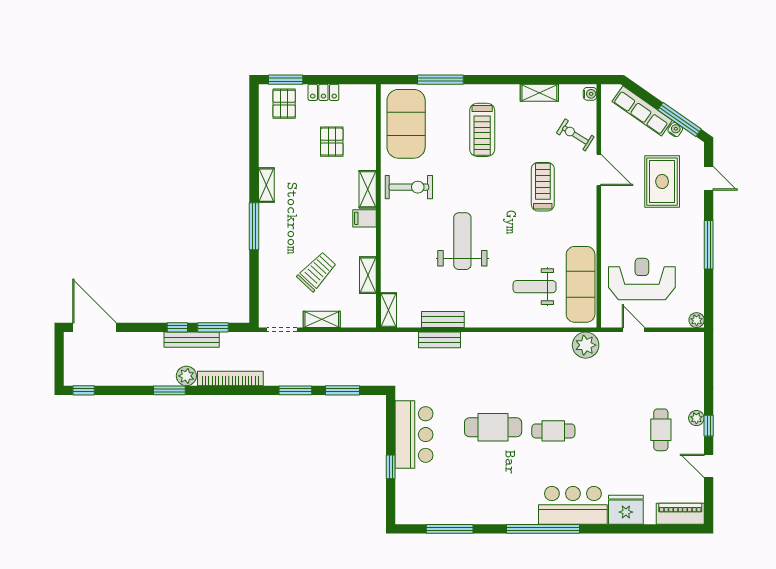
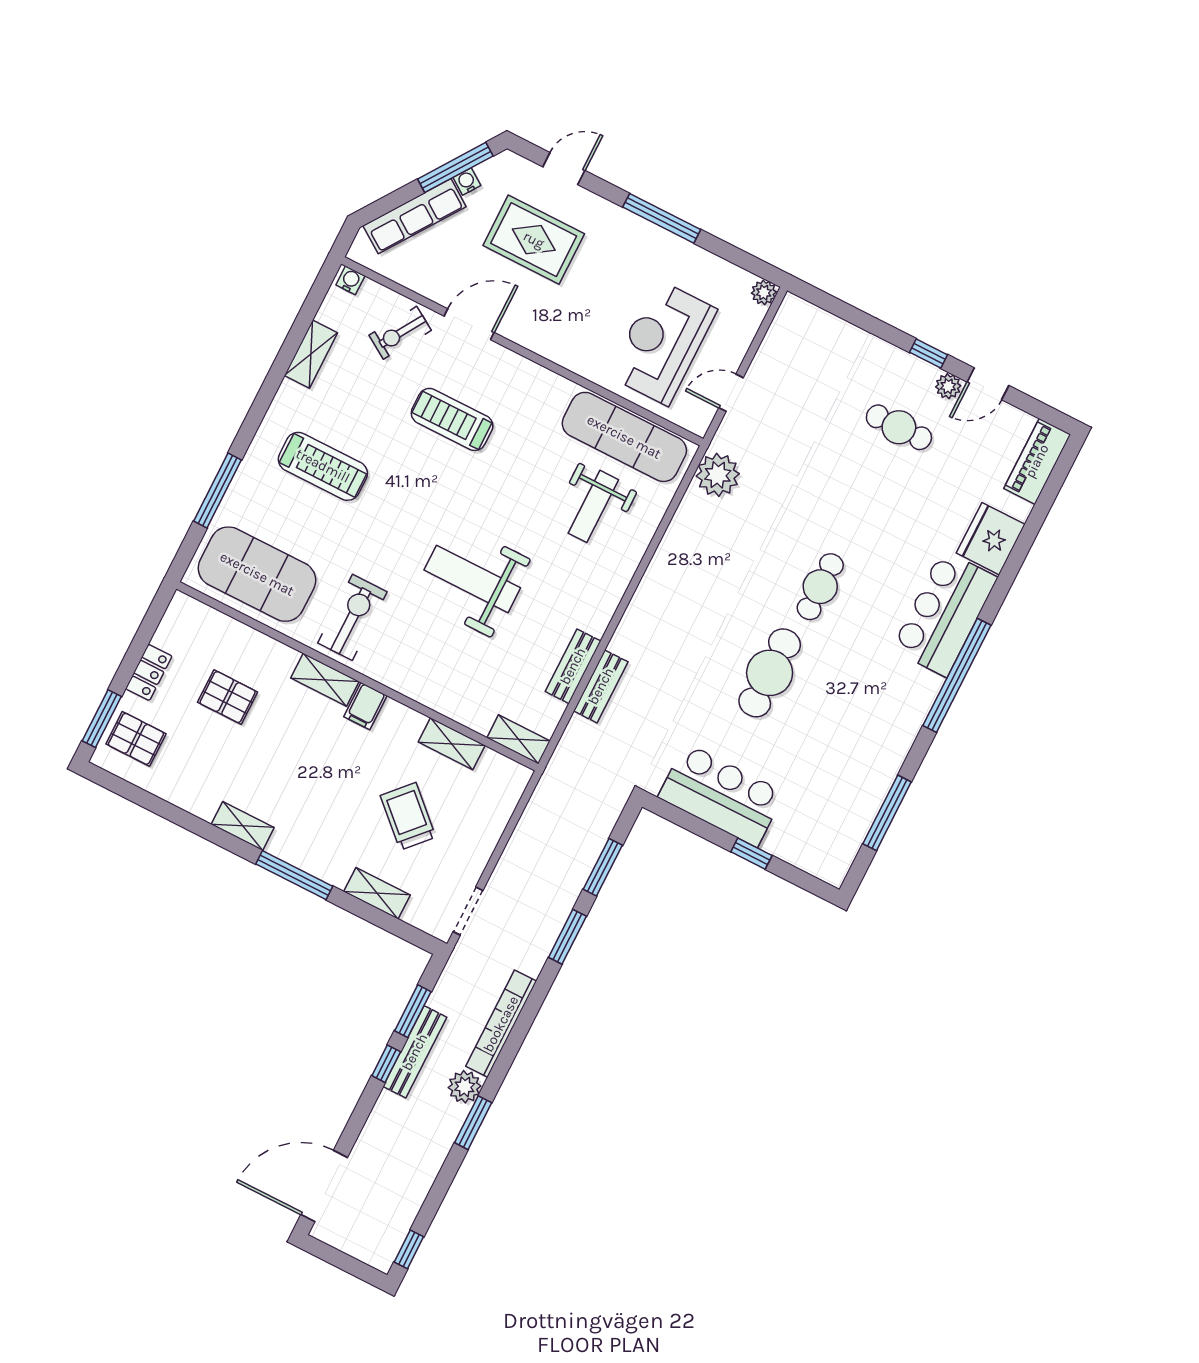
shelving: (322, 319) -> (377, 893), moved, turned 90
plant: (696, 418) -> (948, 386), moved

